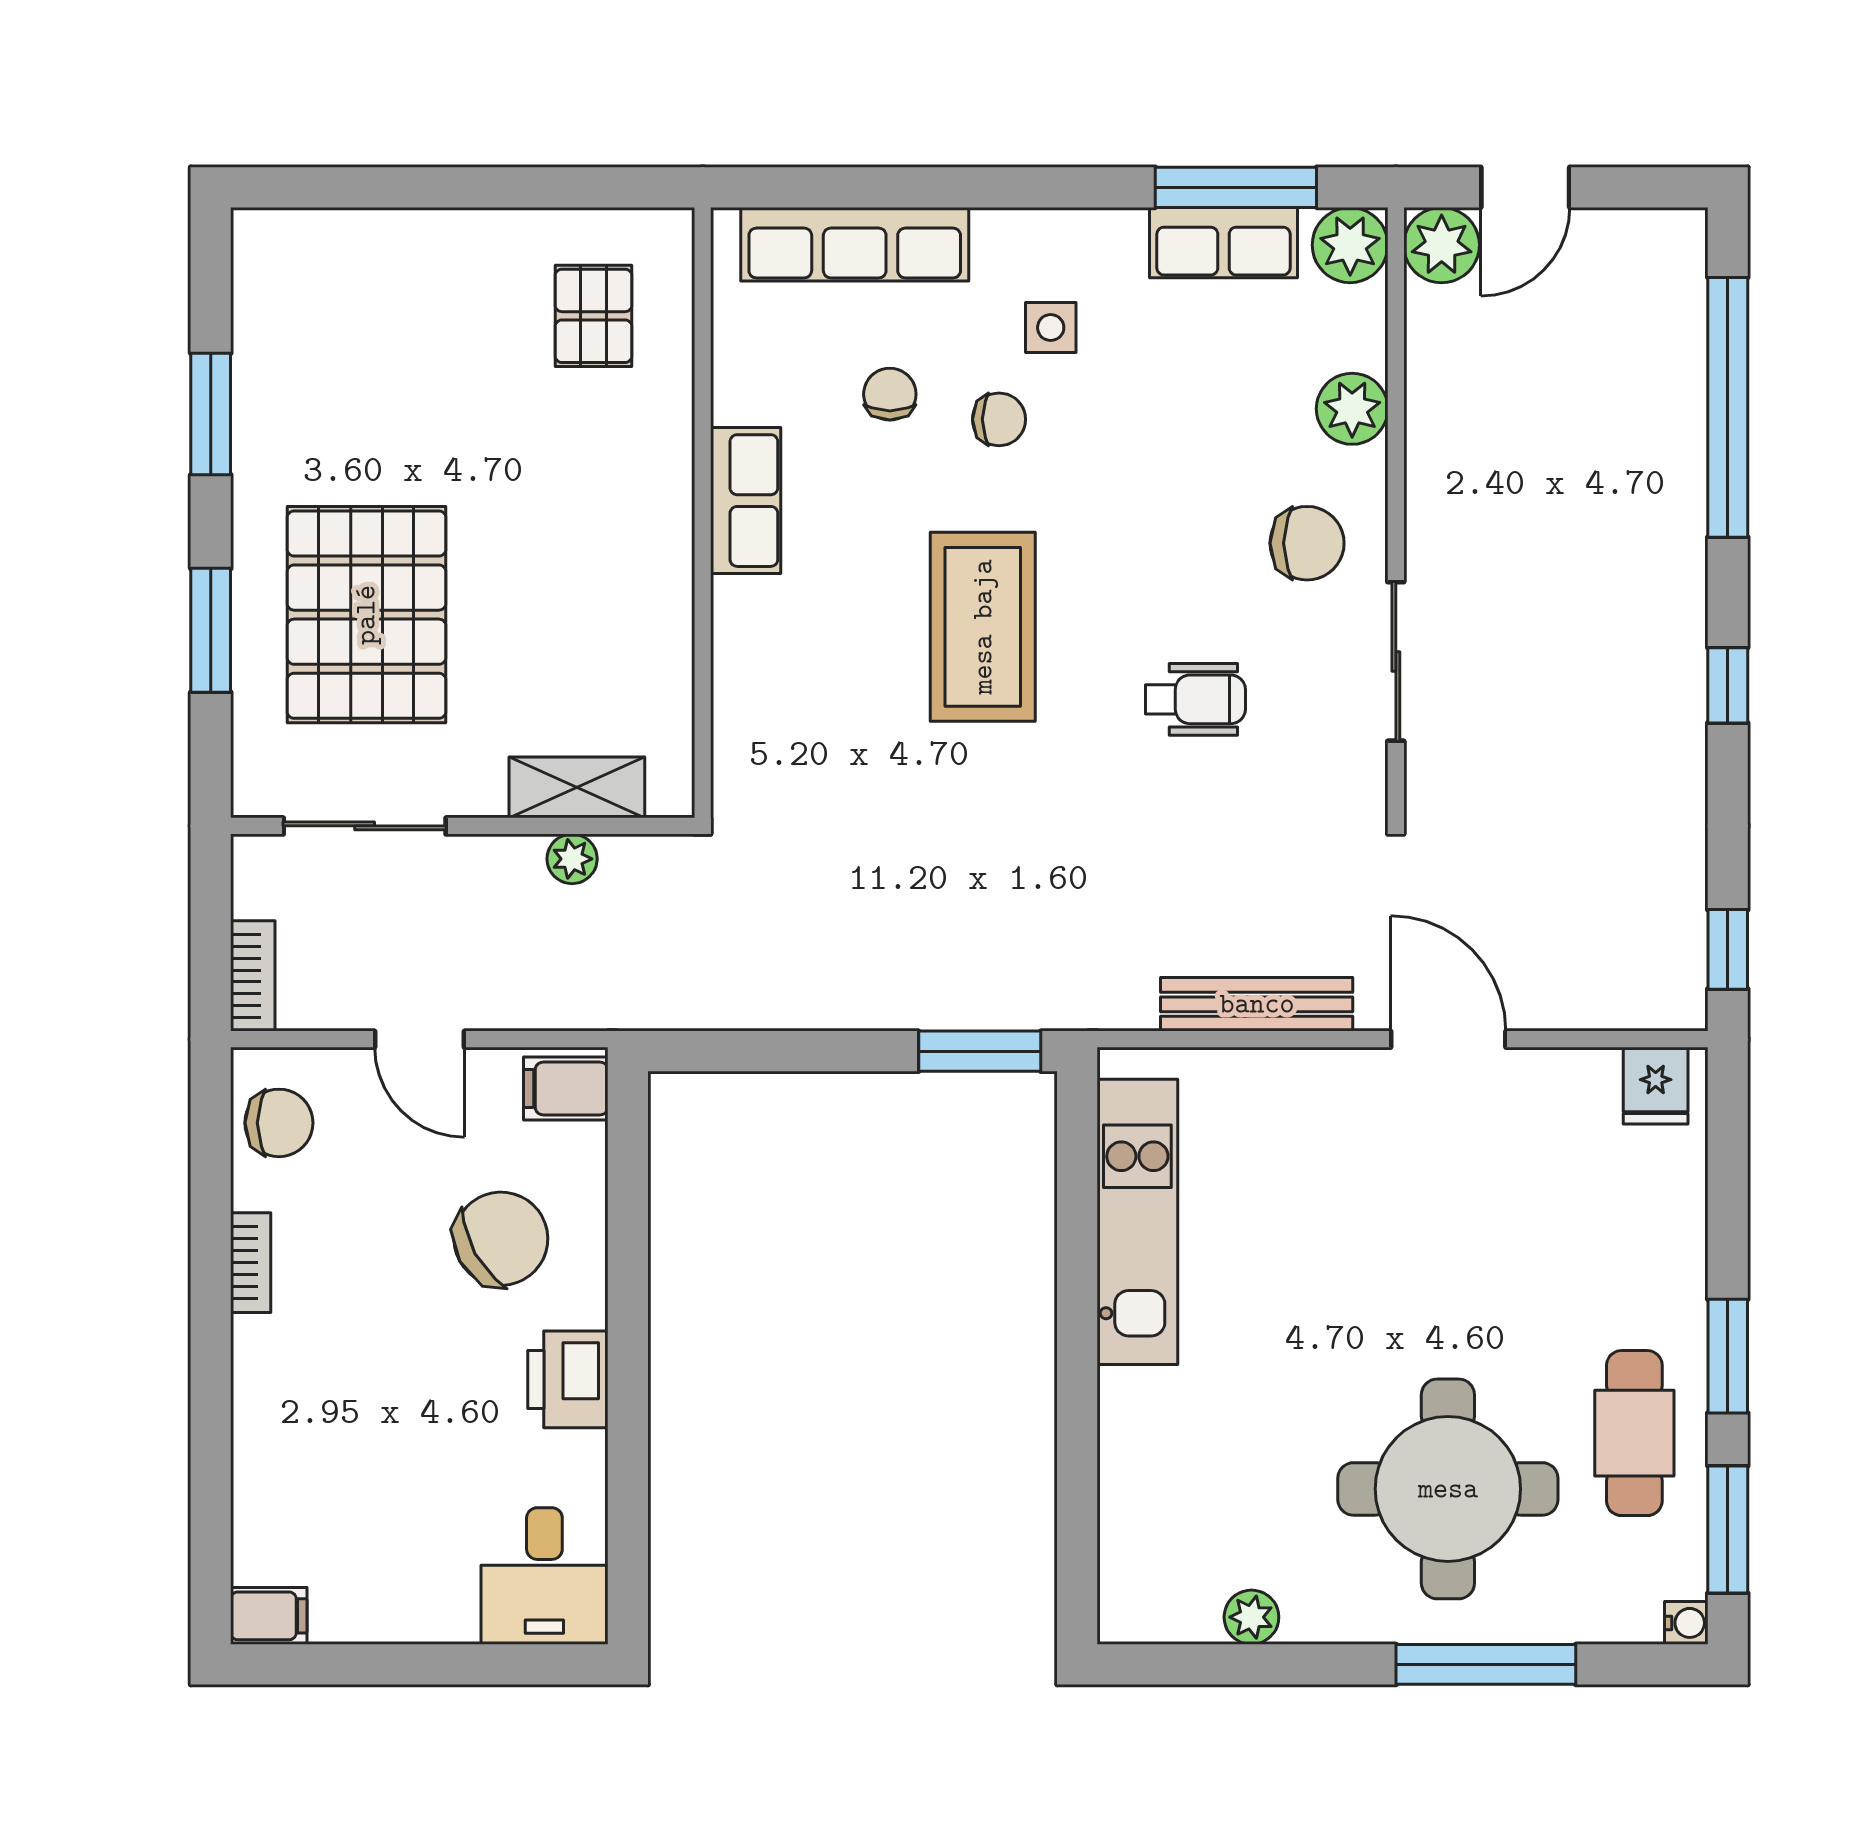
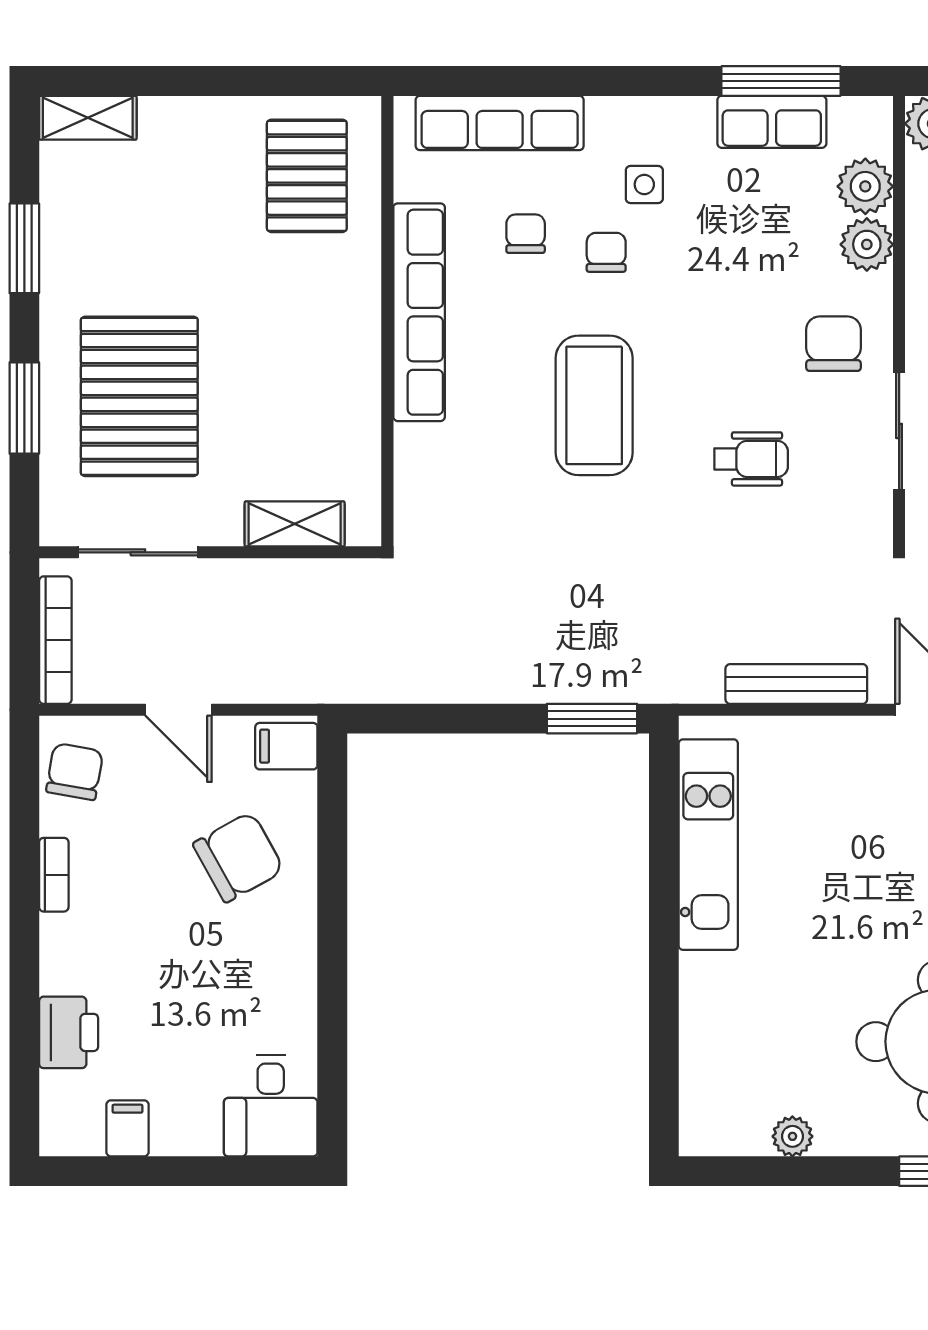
shelving: (297, 237) -> (88, 118), added
plant: (1350, 245) -> (865, 186), moved
pallet: (593, 316) -> (307, 176), width x1.50, depth x1.42
chair: (999, 419) -> (606, 252), turned -90
row of seats: (746, 501) -> (419, 312), width x2.02
chair: (1307, 543) -> (833, 344), turned -90
plant: (572, 859) -> (291, 577), removed
bookcase: (253, 976) -> (55, 640), width x1.56
chair: (279, 1123) -> (75, 772), turned -80
printer: (568, 1379) -> (69, 1032), moved, turned 180
filing cabinet: (269, 1616) -> (127, 1128), moved, turned -90

